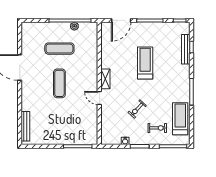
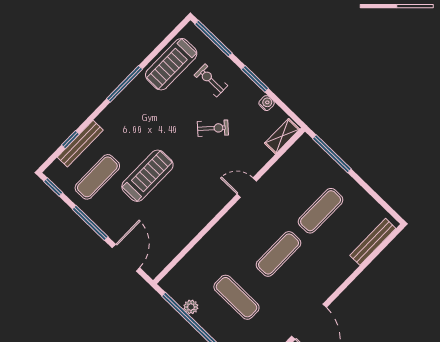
door: (121, 20) -> (126, 258), hinge flipped
exercise mat: (165, 42) -> (97, 177), added
treadmill: (145, 63) -> (147, 176), turned 180
shelving: (105, 79) -> (282, 136), moved
door: (99, 98) -> (247, 188), swing flipped
exercise mat: (59, 118) -> (321, 211), added

